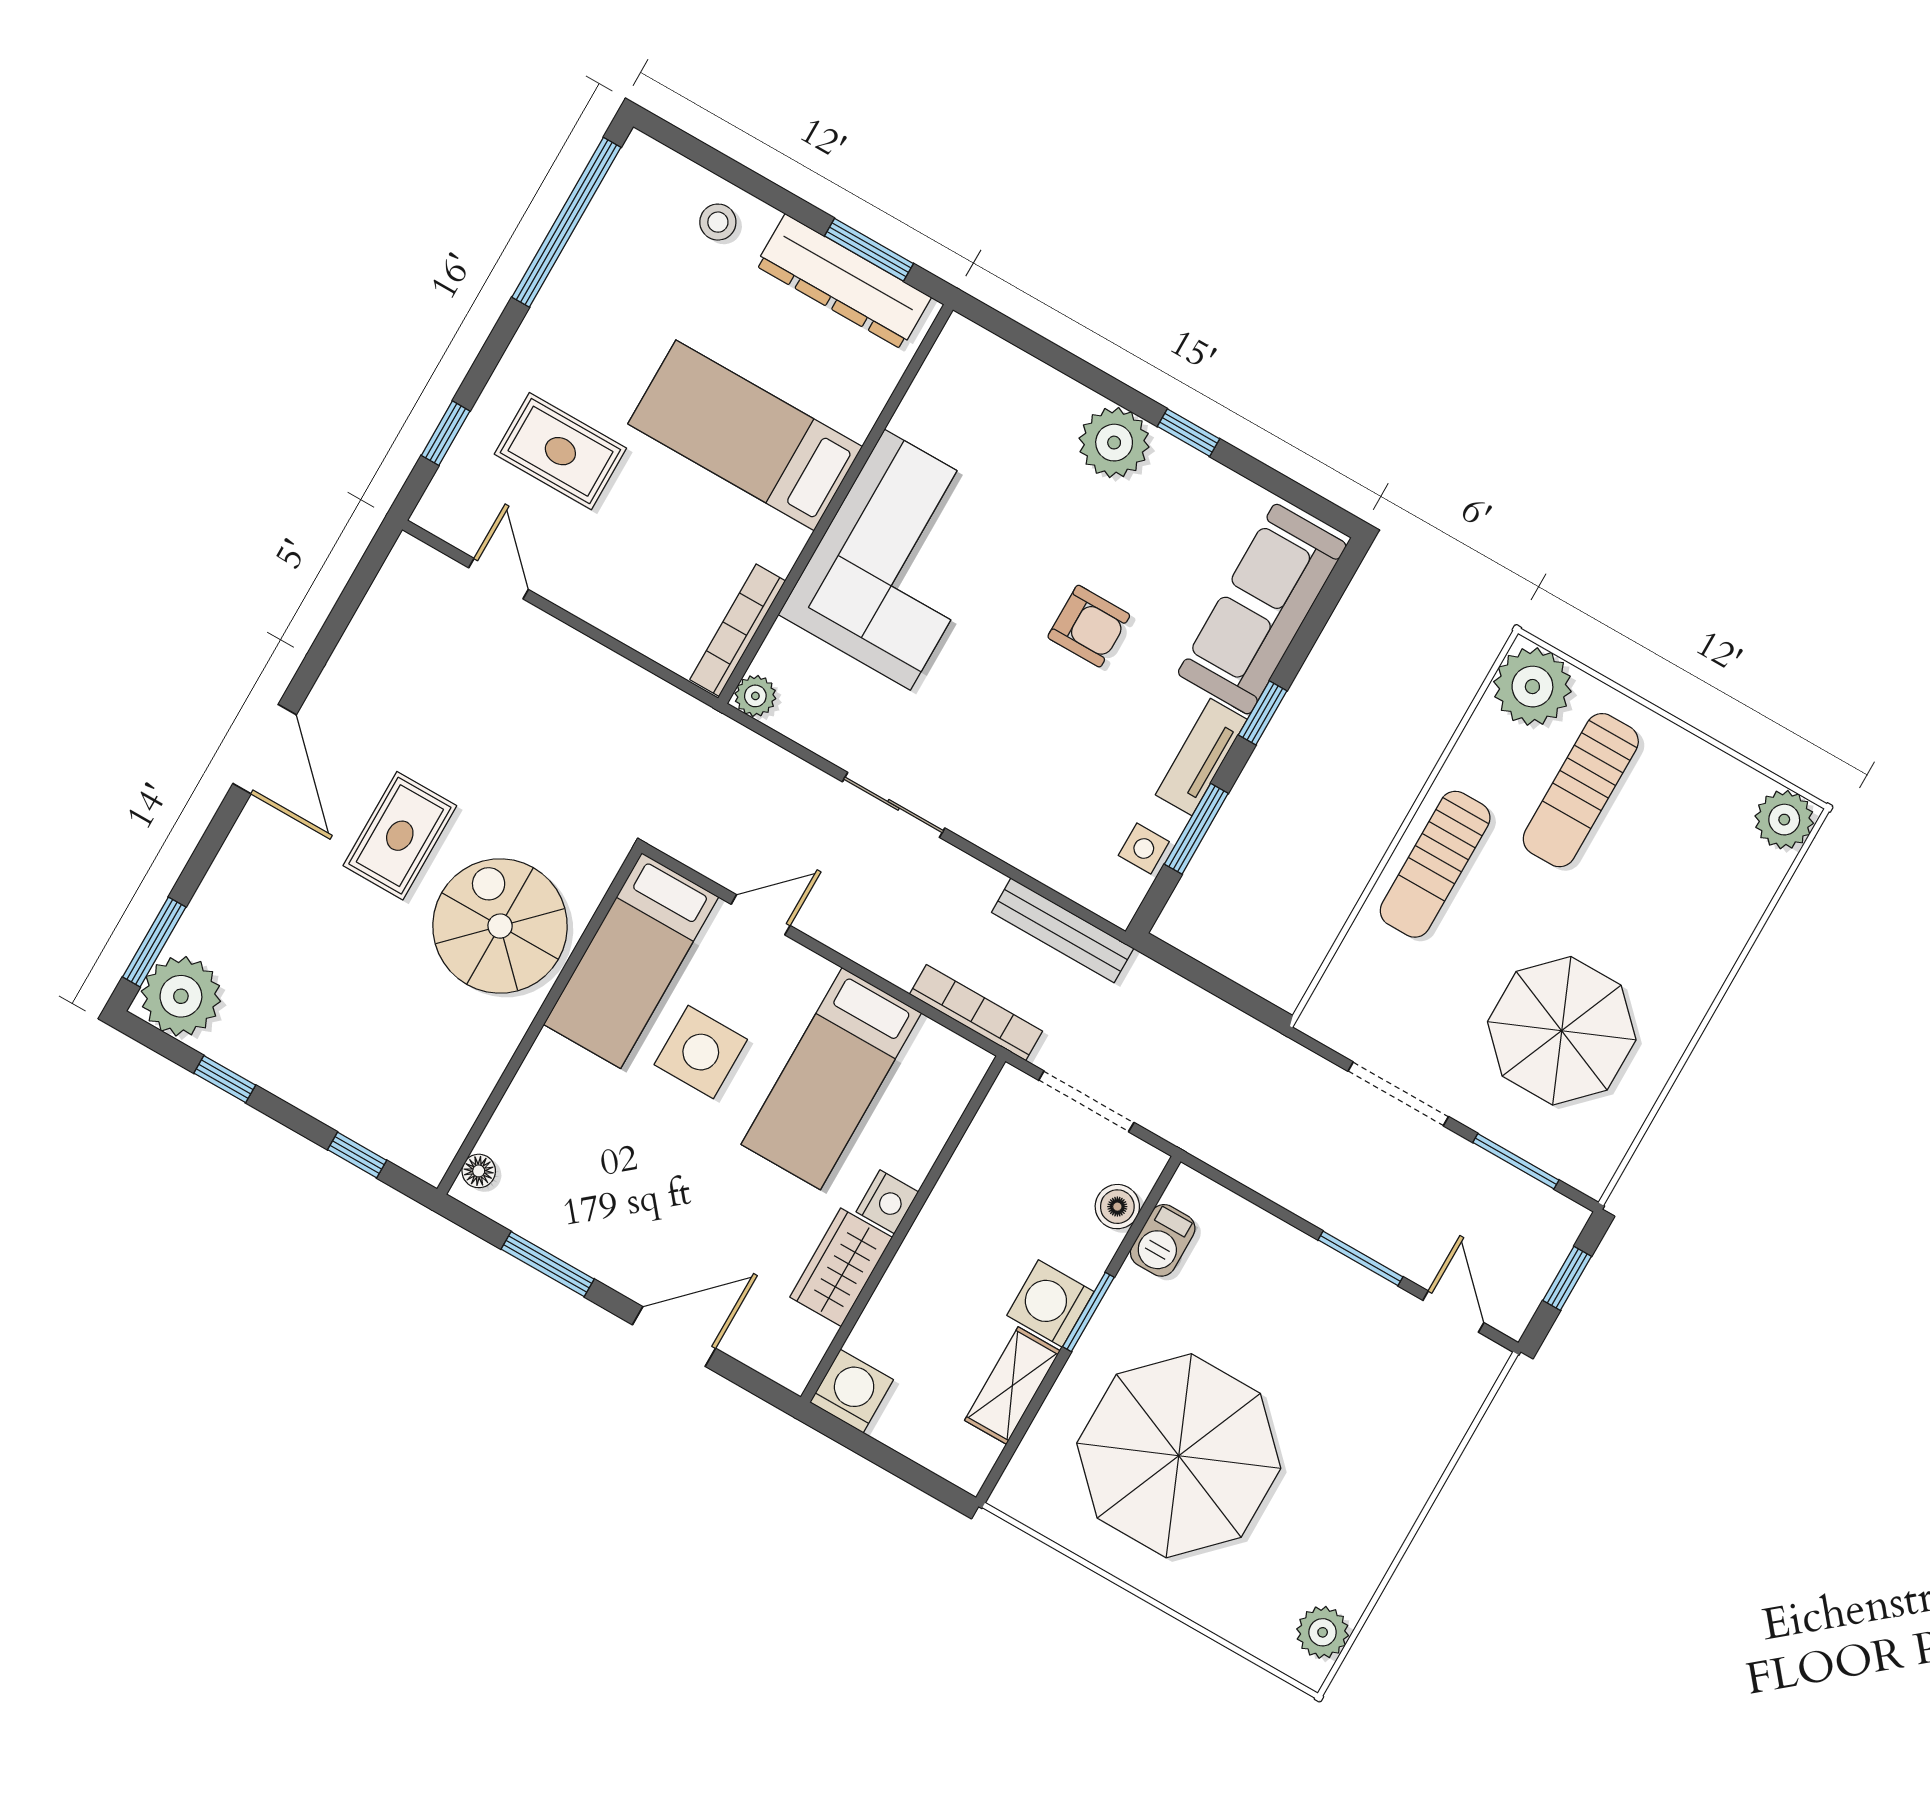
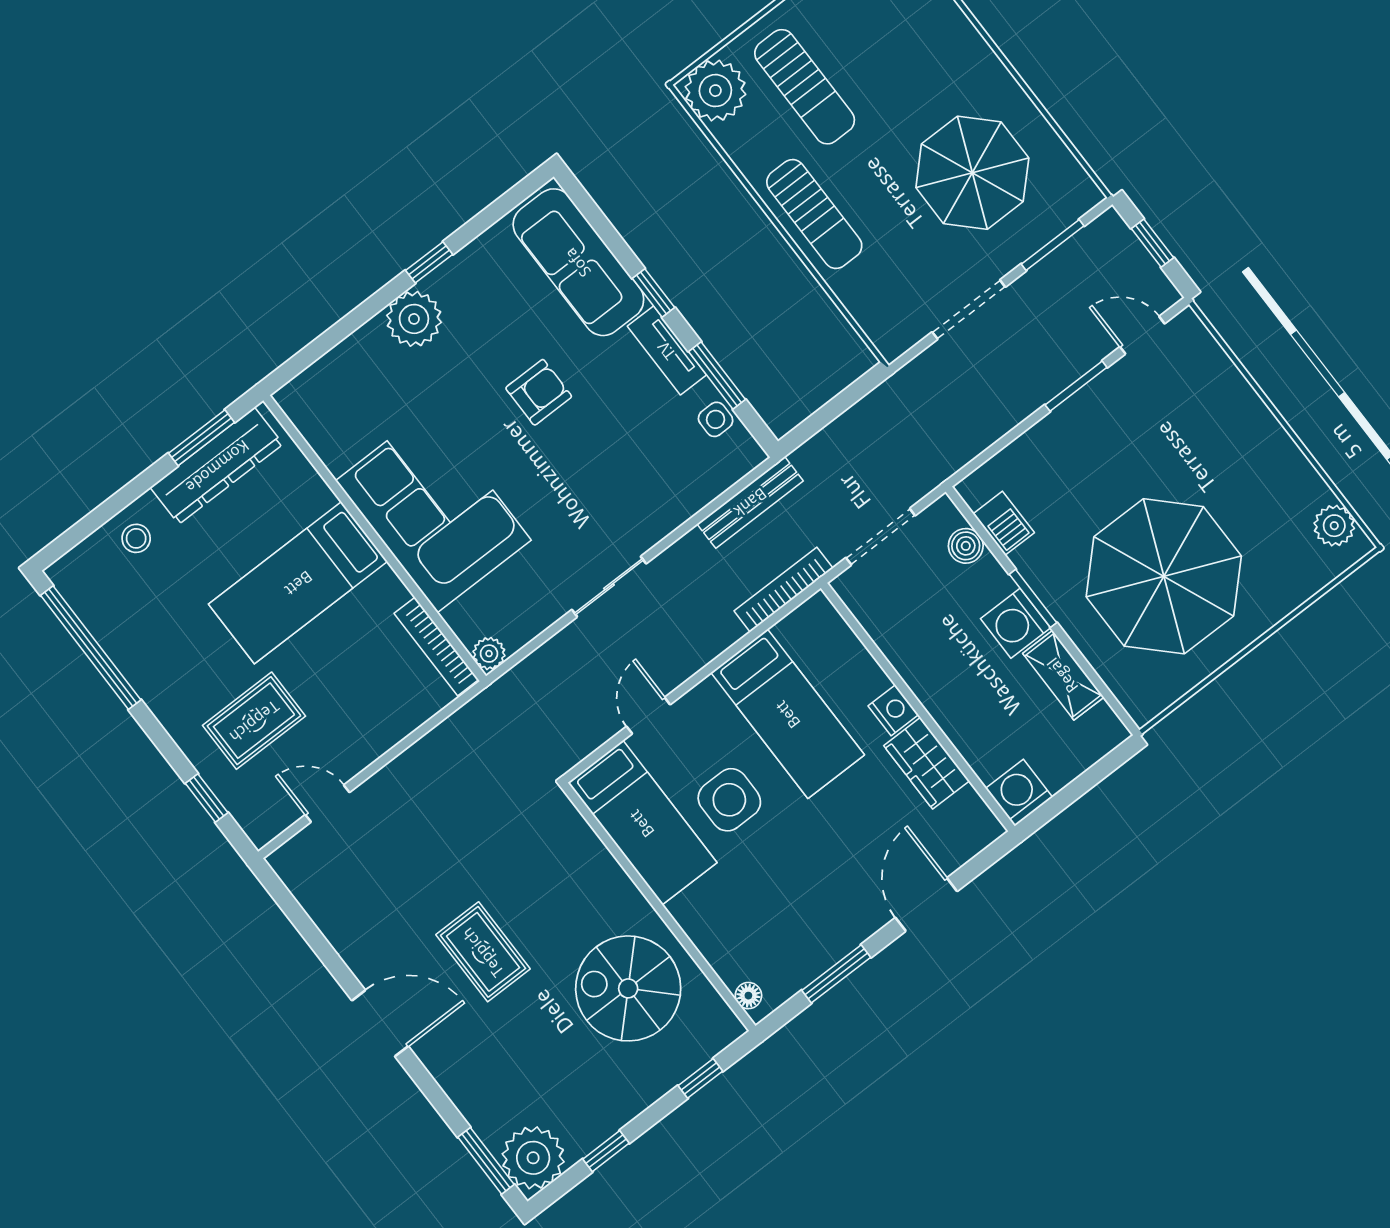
spiral stairs: (500, 926) -> (628, 988), moved

